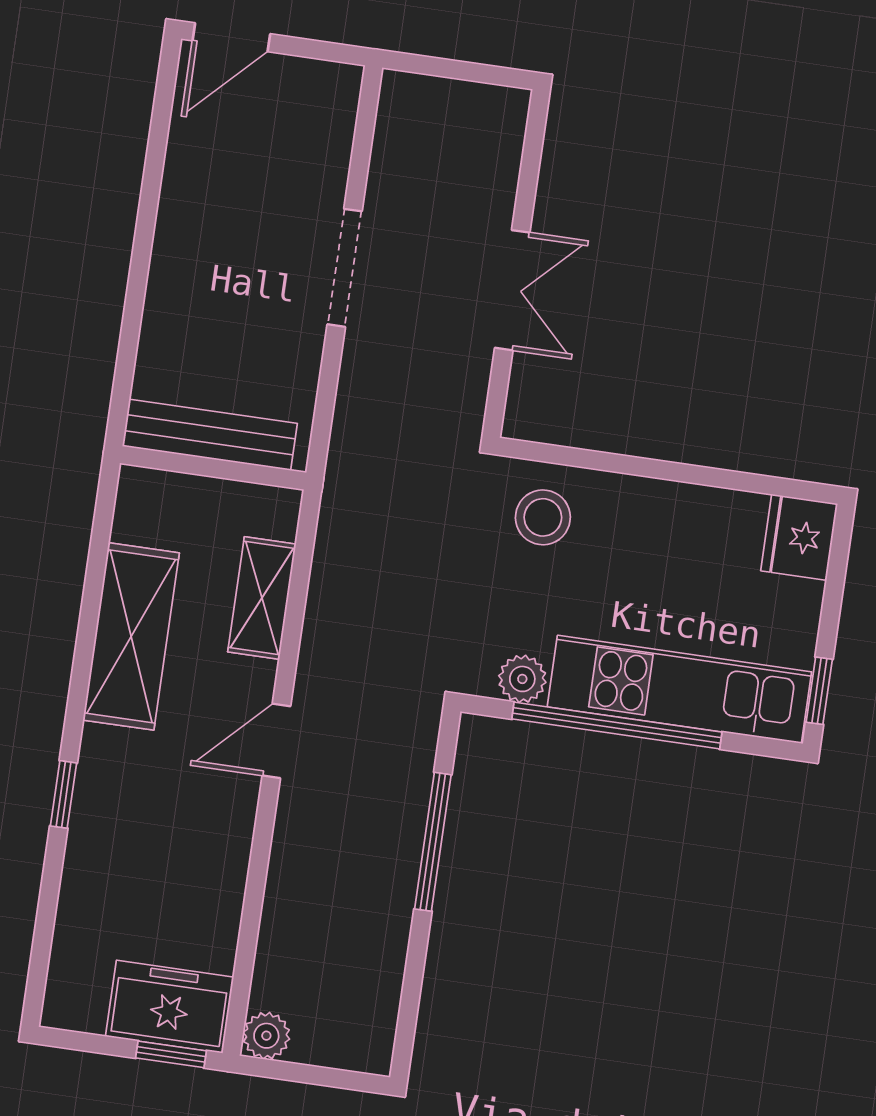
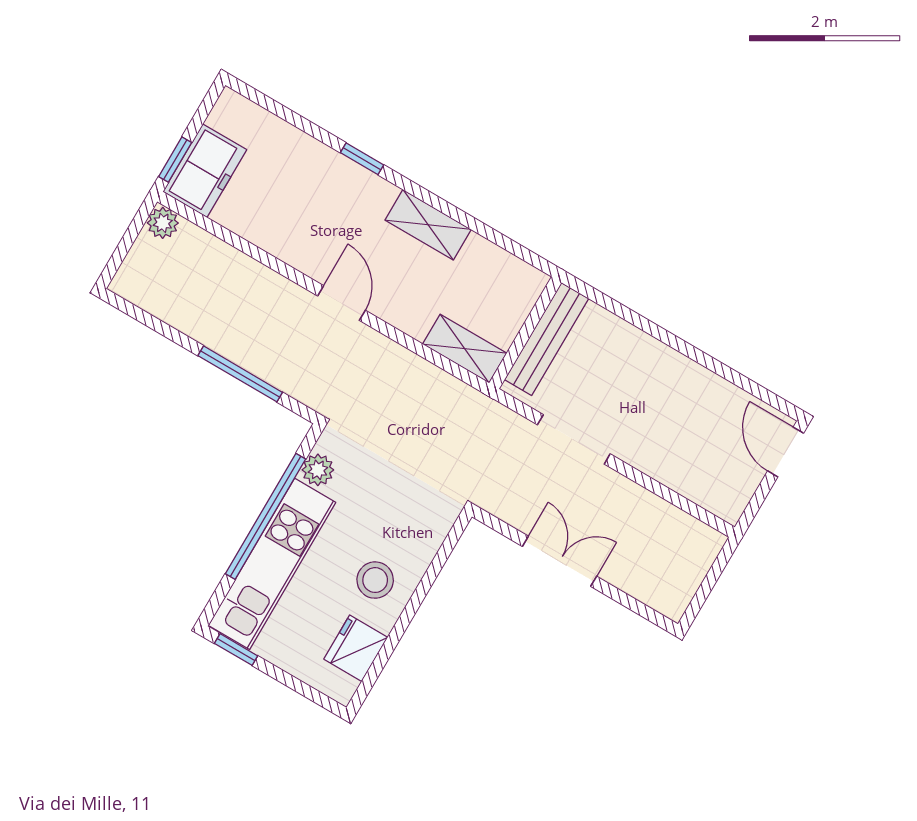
doorway: (345, 268) -> (574, 439), moved
double door: (512, 290) -> (559, 561), swing flipped
stool: (543, 517) -> (375, 580), moved
fridge: (799, 537) -> (356, 648), moved, turned -90
shelving: (262, 598) -> (465, 349), moved
shelving: (131, 636) -> (428, 225), width x0.67, depth x0.75

